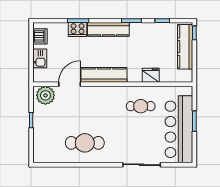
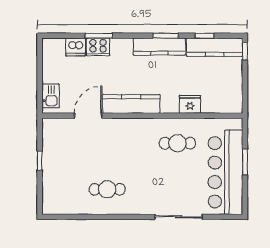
kitchen counter: (108, 29) -> (159, 47), moved
dishwasher: (40, 36) -> (76, 47), moved, turned 90
kitchen counter: (185, 47) -> (215, 47), moved, turned -90
kitchen sink: (40, 58) -> (51, 96), moved
plant: (45, 95) -> (58, 130), removed
cafe table: (85, 143) -> (107, 189), width x0.73, depth x0.74

